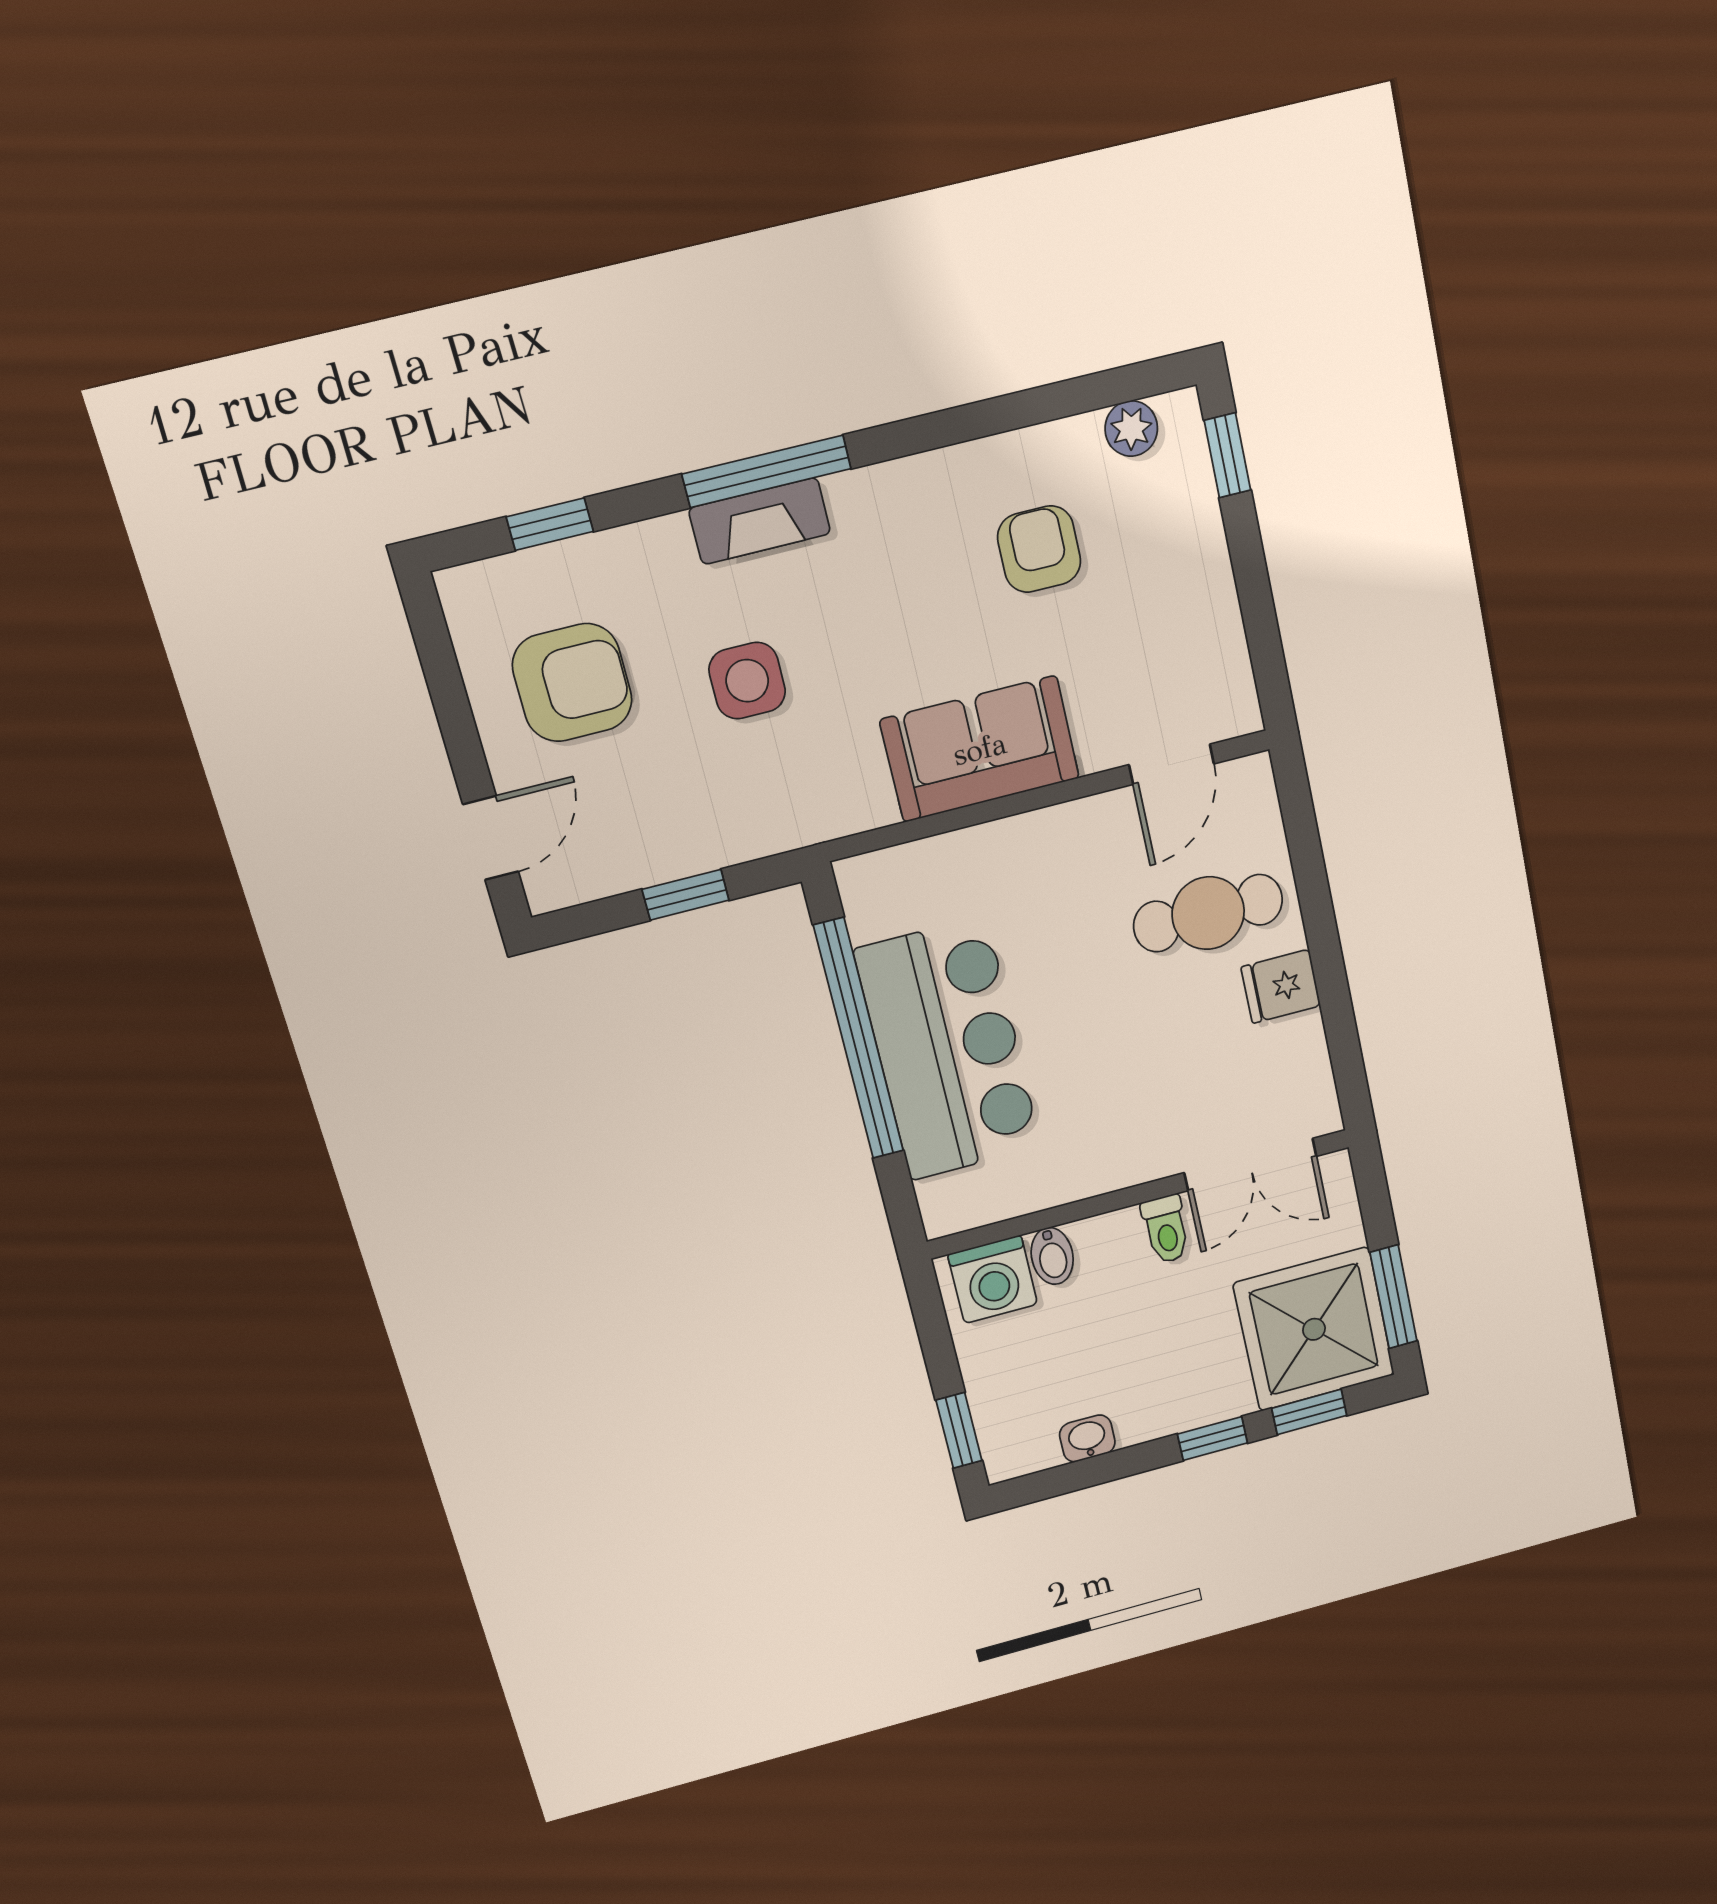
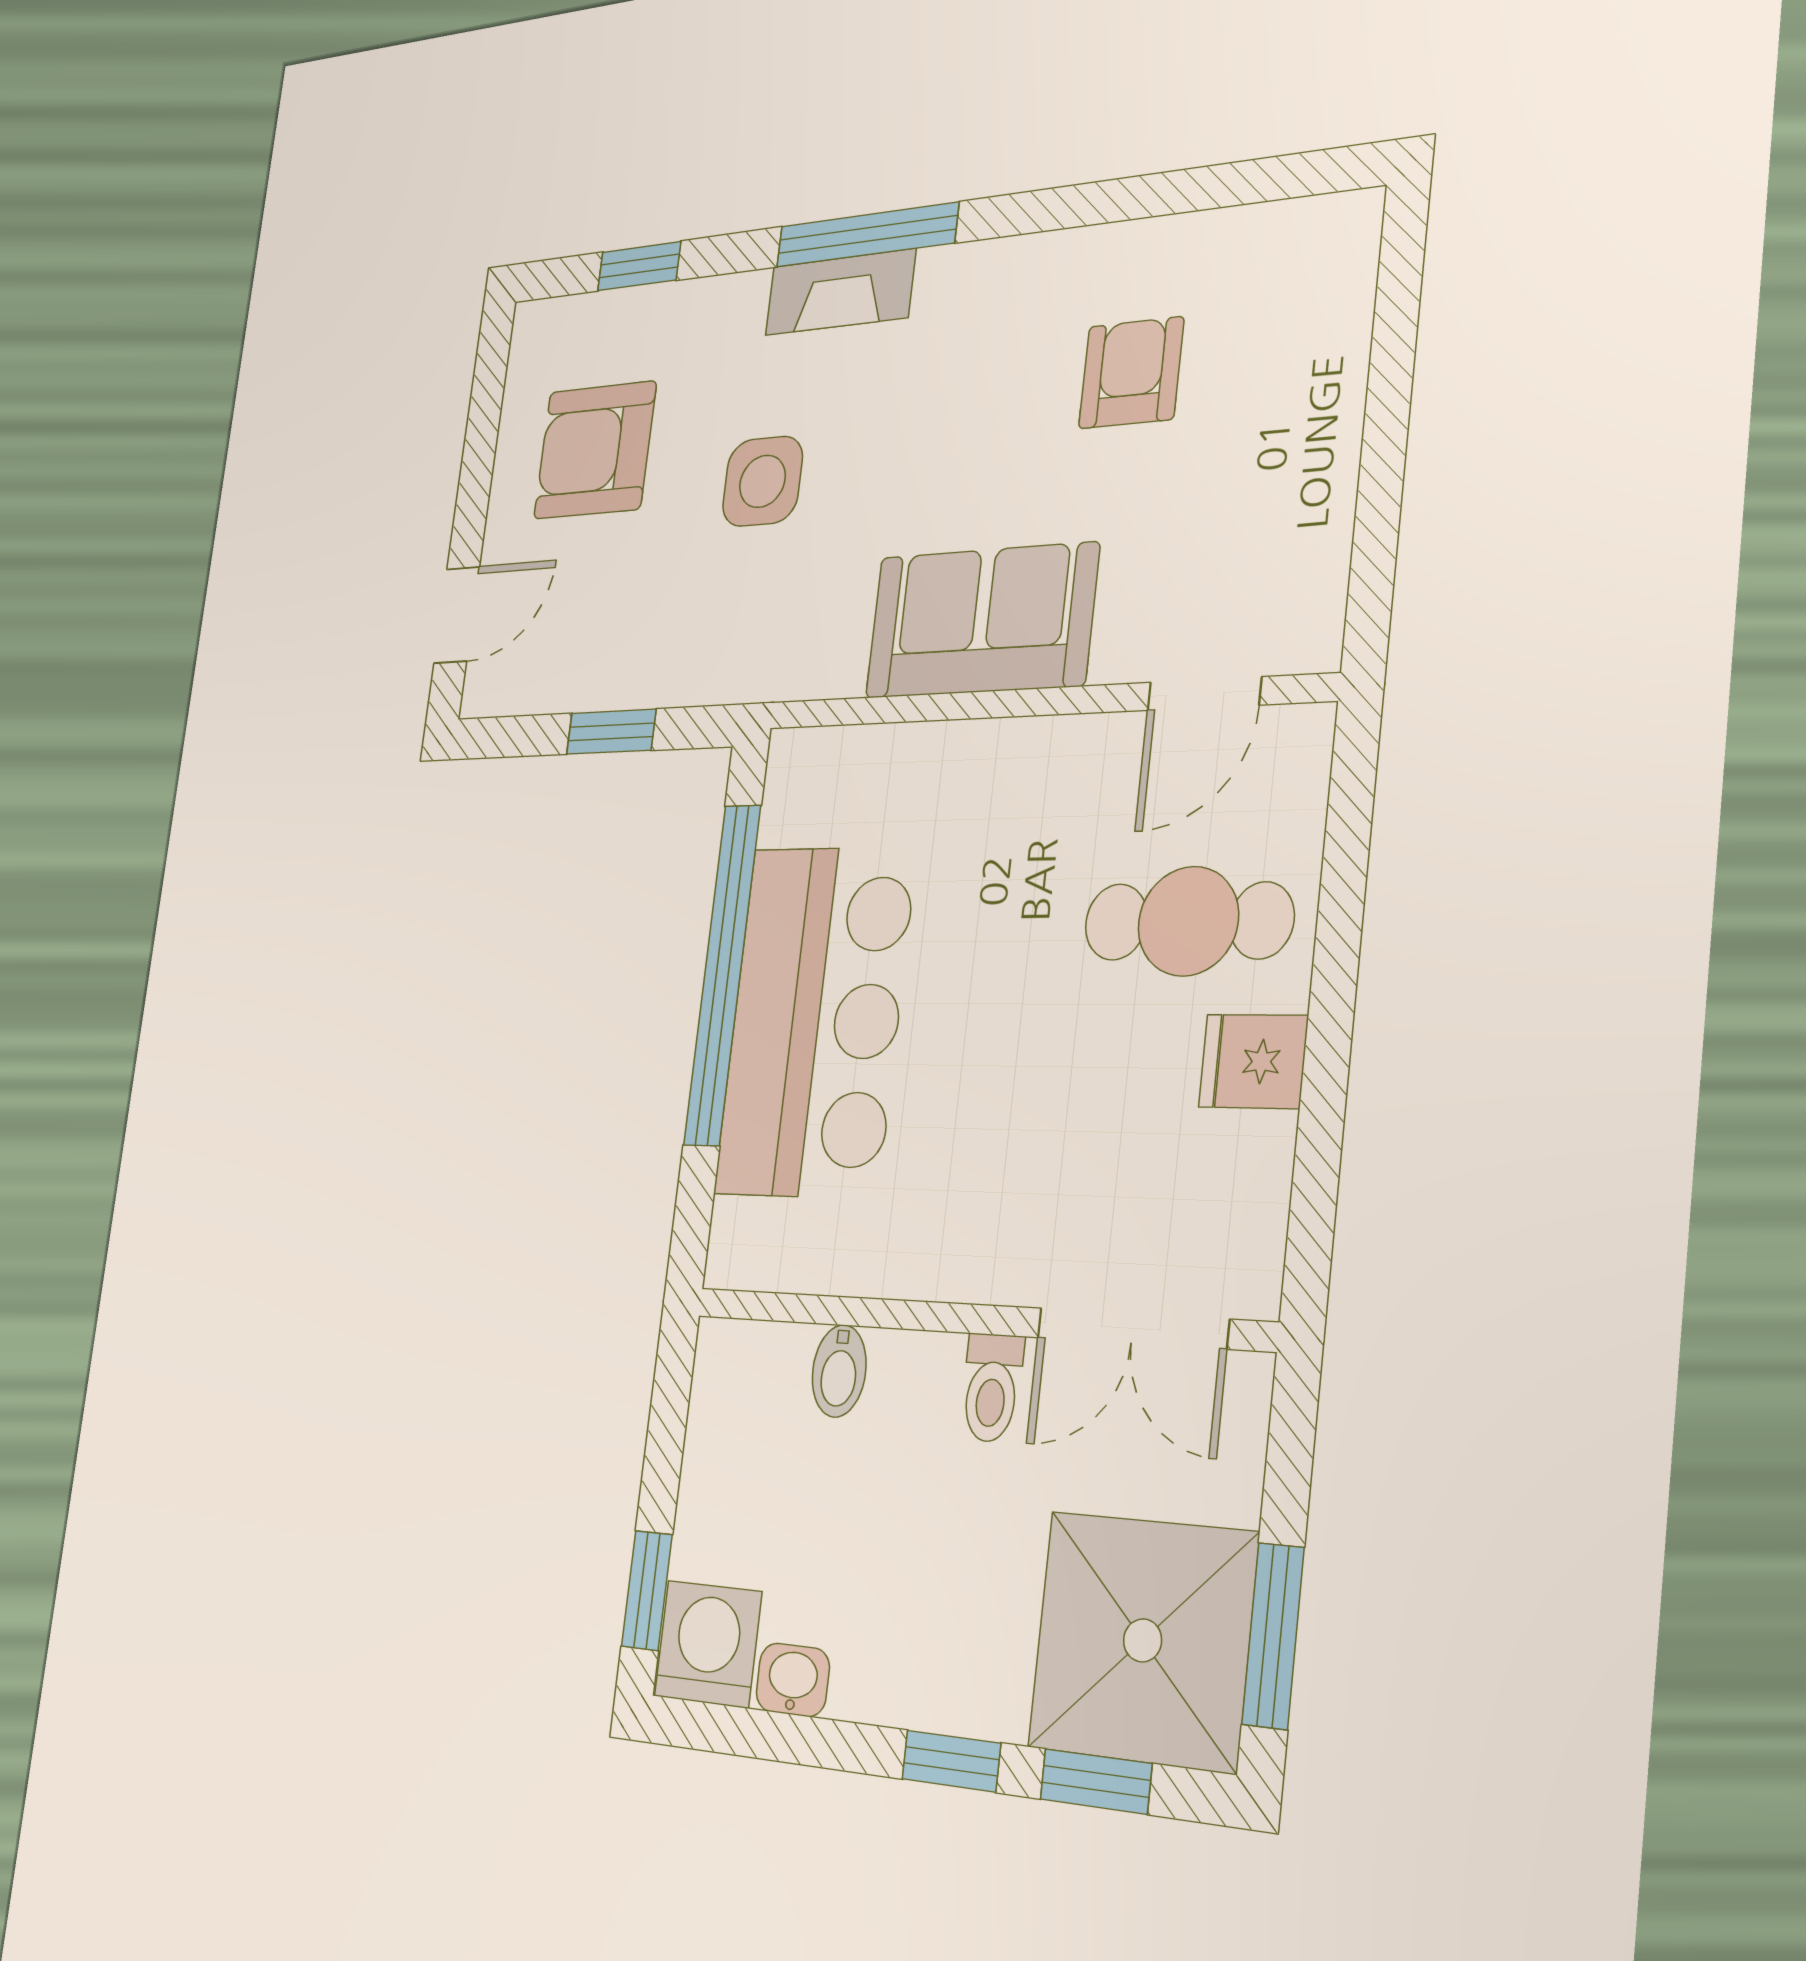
plant: (1131, 428) -> (1289, 233), removed
window: (1227, 455) -> (1399, 283), removed
armchair: (572, 683) -> (595, 450), turned 180
washing machine: (993, 1279) -> (708, 1644), moved, turned 180

